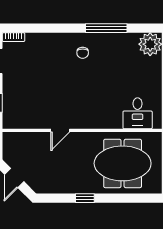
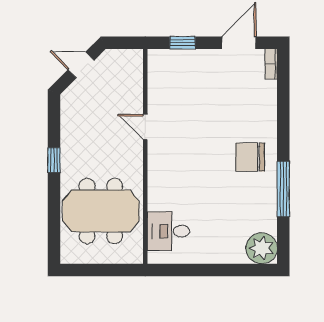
chair: (83, 53) -> (250, 157), width x1.87, depth x1.87
meeting table: (123, 163) -> (101, 211), turned 90

